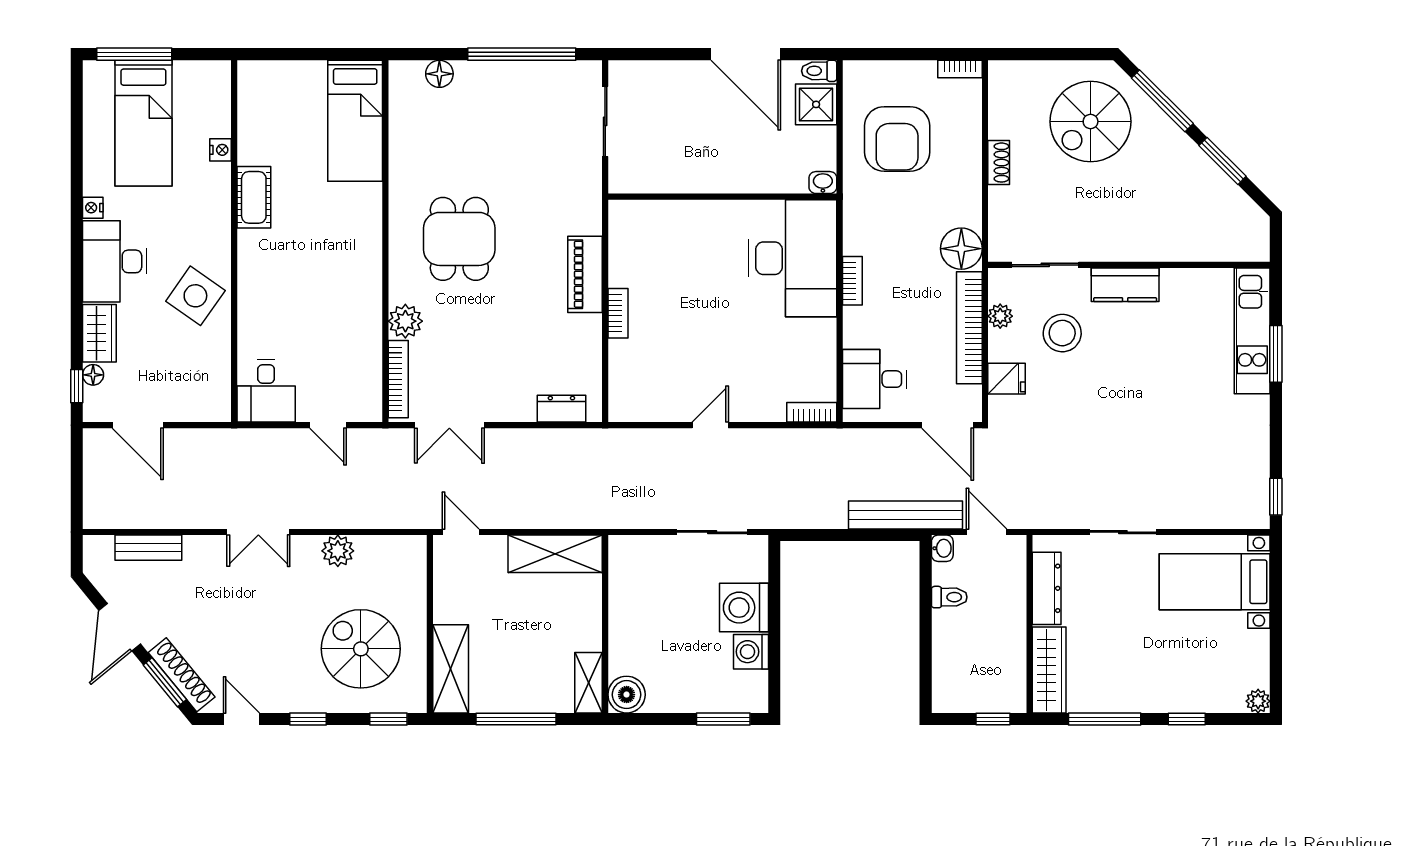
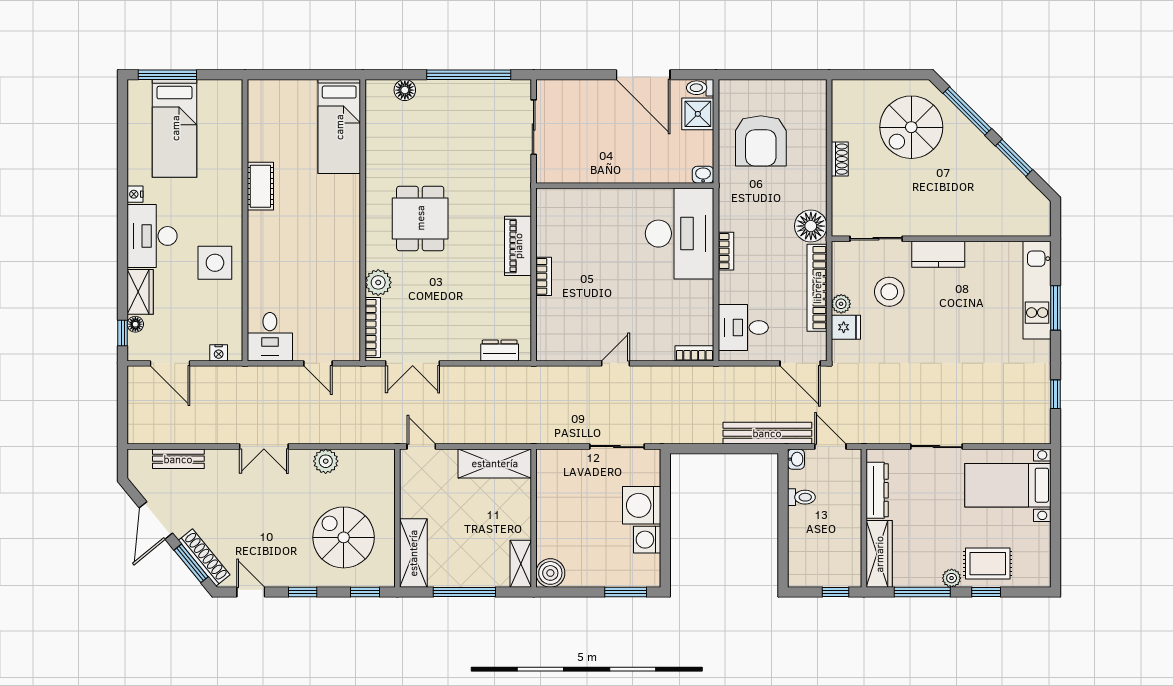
bookcase: (960, 69) -> (810, 86), removed
nightstand: (221, 150) -> (219, 353), moved, turned 90
side table: (195, 296) -> (215, 263), turned -35
plant: (1000, 316) -> (841, 304), moved
window: (1276, 497) -> (1055, 394), moved
rug: (1189, 683) -> (988, 564), added
plant: (1258, 701) -> (952, 578), moved

